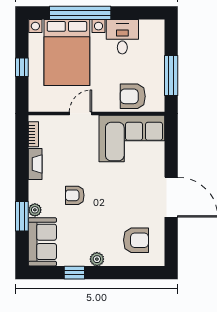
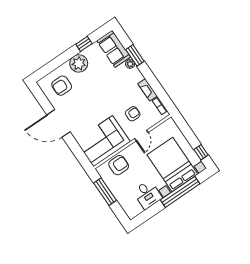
window: (22, 67) -> (201, 152), moved
armchair: (75, 195) -> (133, 114), moved
plant: (97, 259) -> (79, 63), width x1.88, depth x1.88

